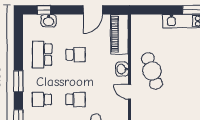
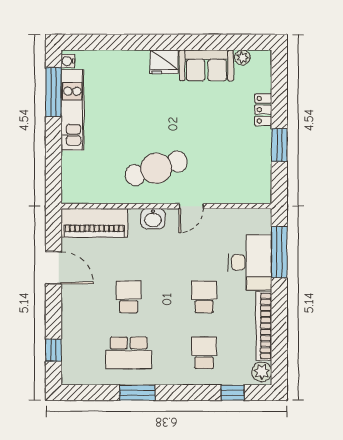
washbasin: (49, 21) -> (72, 342), removed
window: (18, 81) -> (137, 393), moved
school desk: (42, 99) -> (204, 353), turned 180

